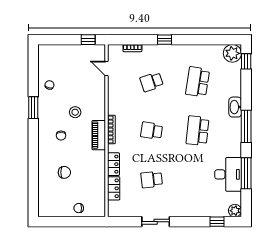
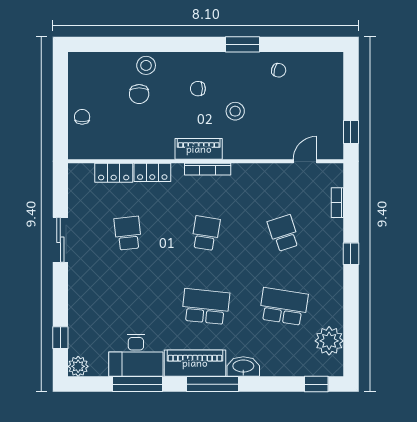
plant: (232, 53) -> (329, 341), moved
piano: (233, 137) -> (195, 363), added
stool: (46, 168) -> (146, 65), added

